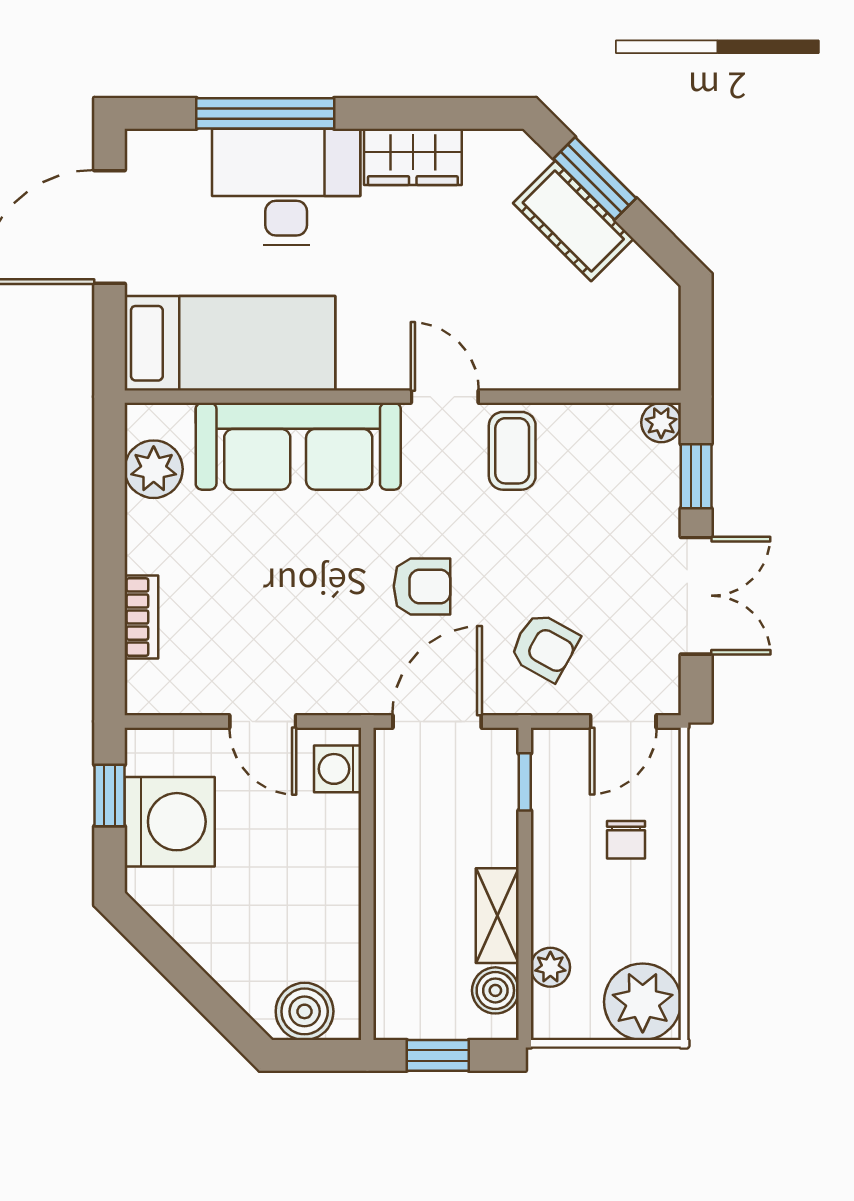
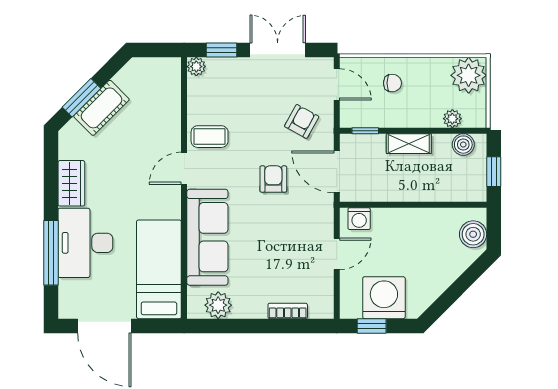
shelving: (497, 916) -> (409, 144), moved

